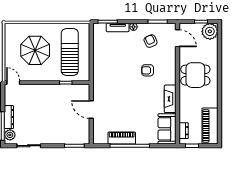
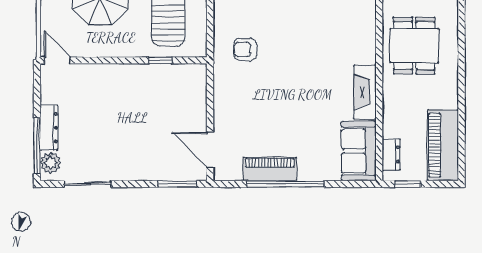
armchair: (148, 70) -> (245, 49), moved
dining table: (195, 75) -> (414, 46), turned 90
door: (91, 110) -> (210, 150), moved

